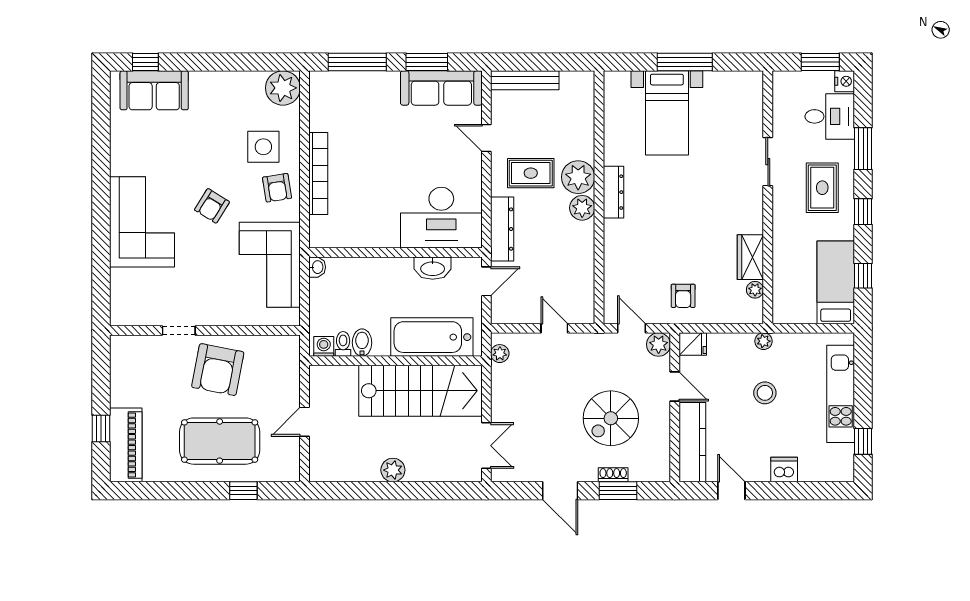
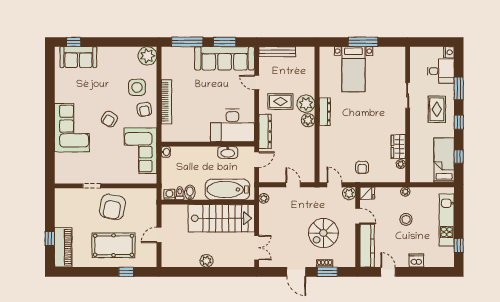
window: (820, 62) -> (436, 42), removed
sofa: (441, 88) -> (225, 58), width x1.36, depth x1.27

